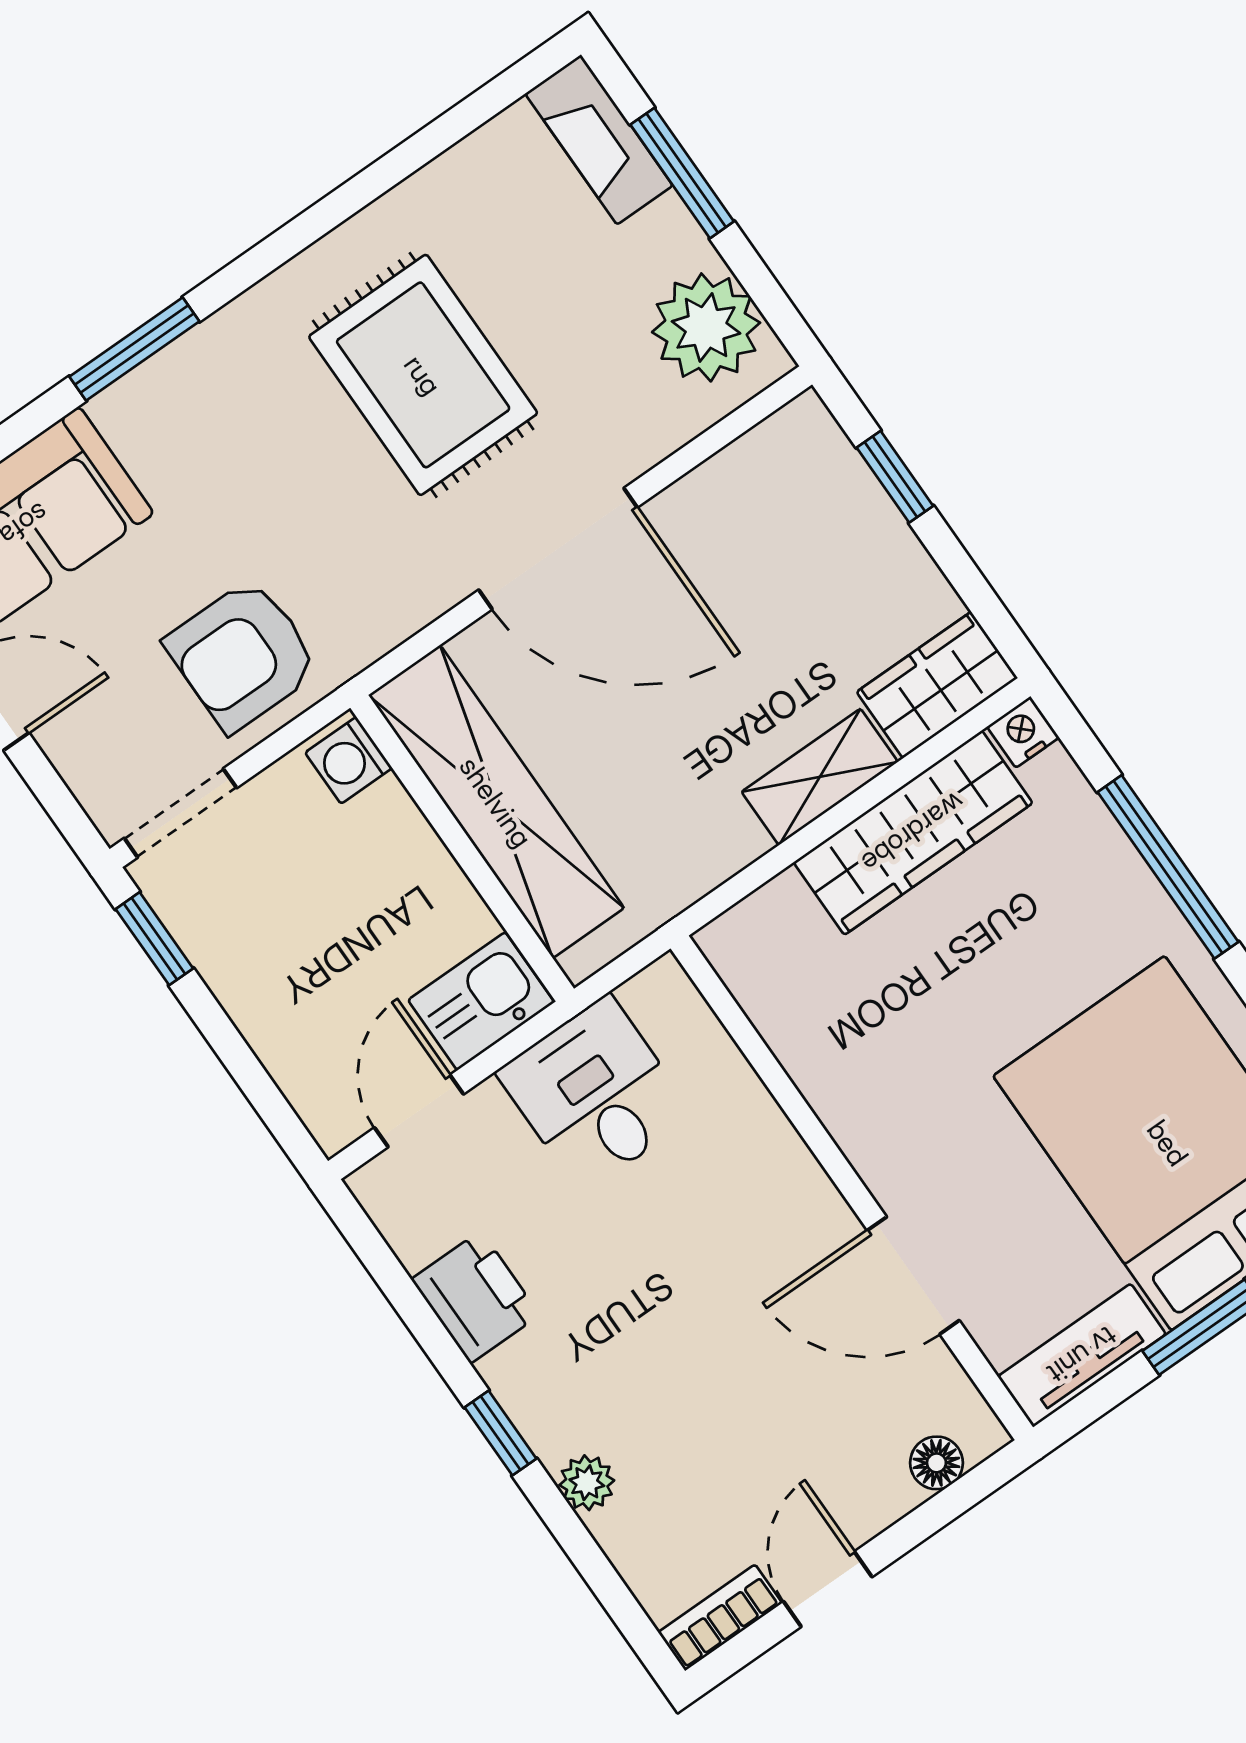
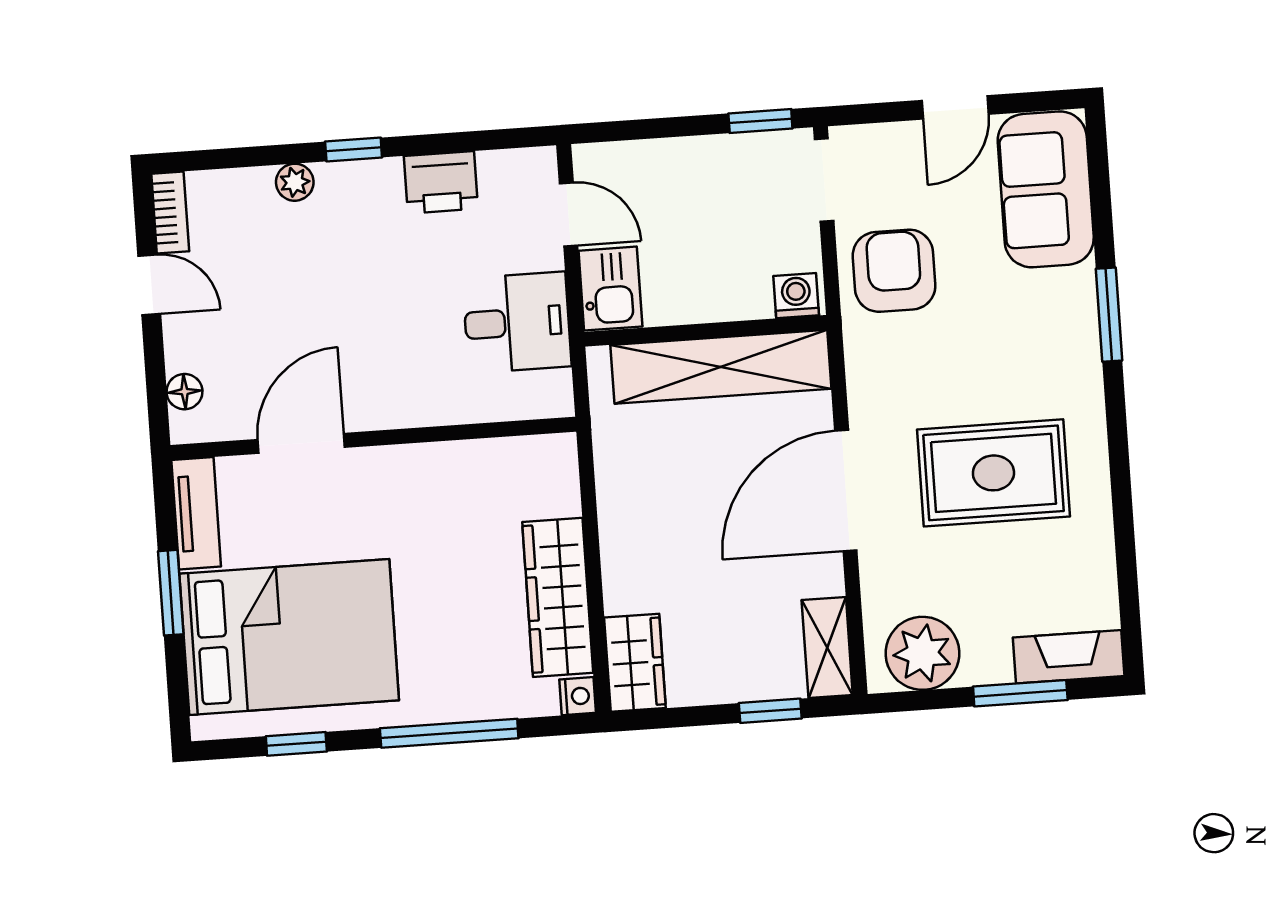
shelving: (820, 777) -> (827, 647), moved

